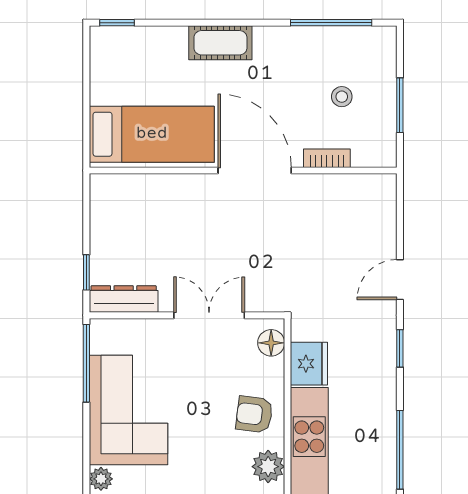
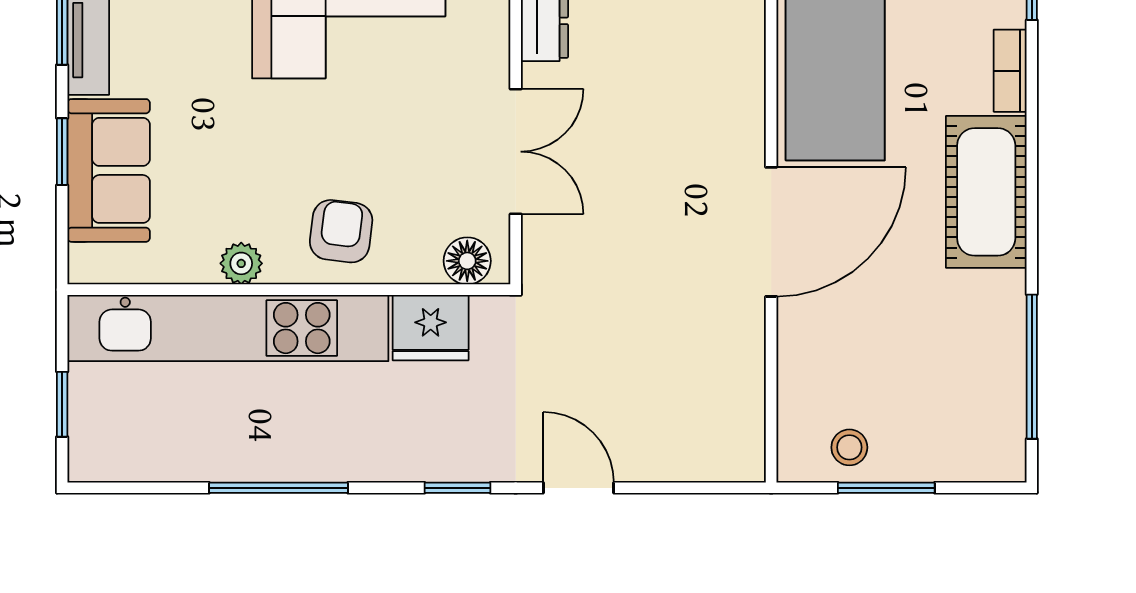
cot: (220, 43) -> (986, 192), width x1.37, depth x1.34
stool: (342, 97) -> (849, 447), moved
bookcase: (327, 158) -> (1010, 71), moved, turned 180
plant: (268, 467) -> (241, 263), width x0.73, depth x0.73

